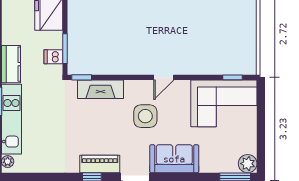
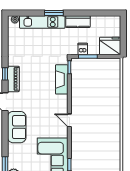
side table: (145, 116) -> (44, 108), removed

